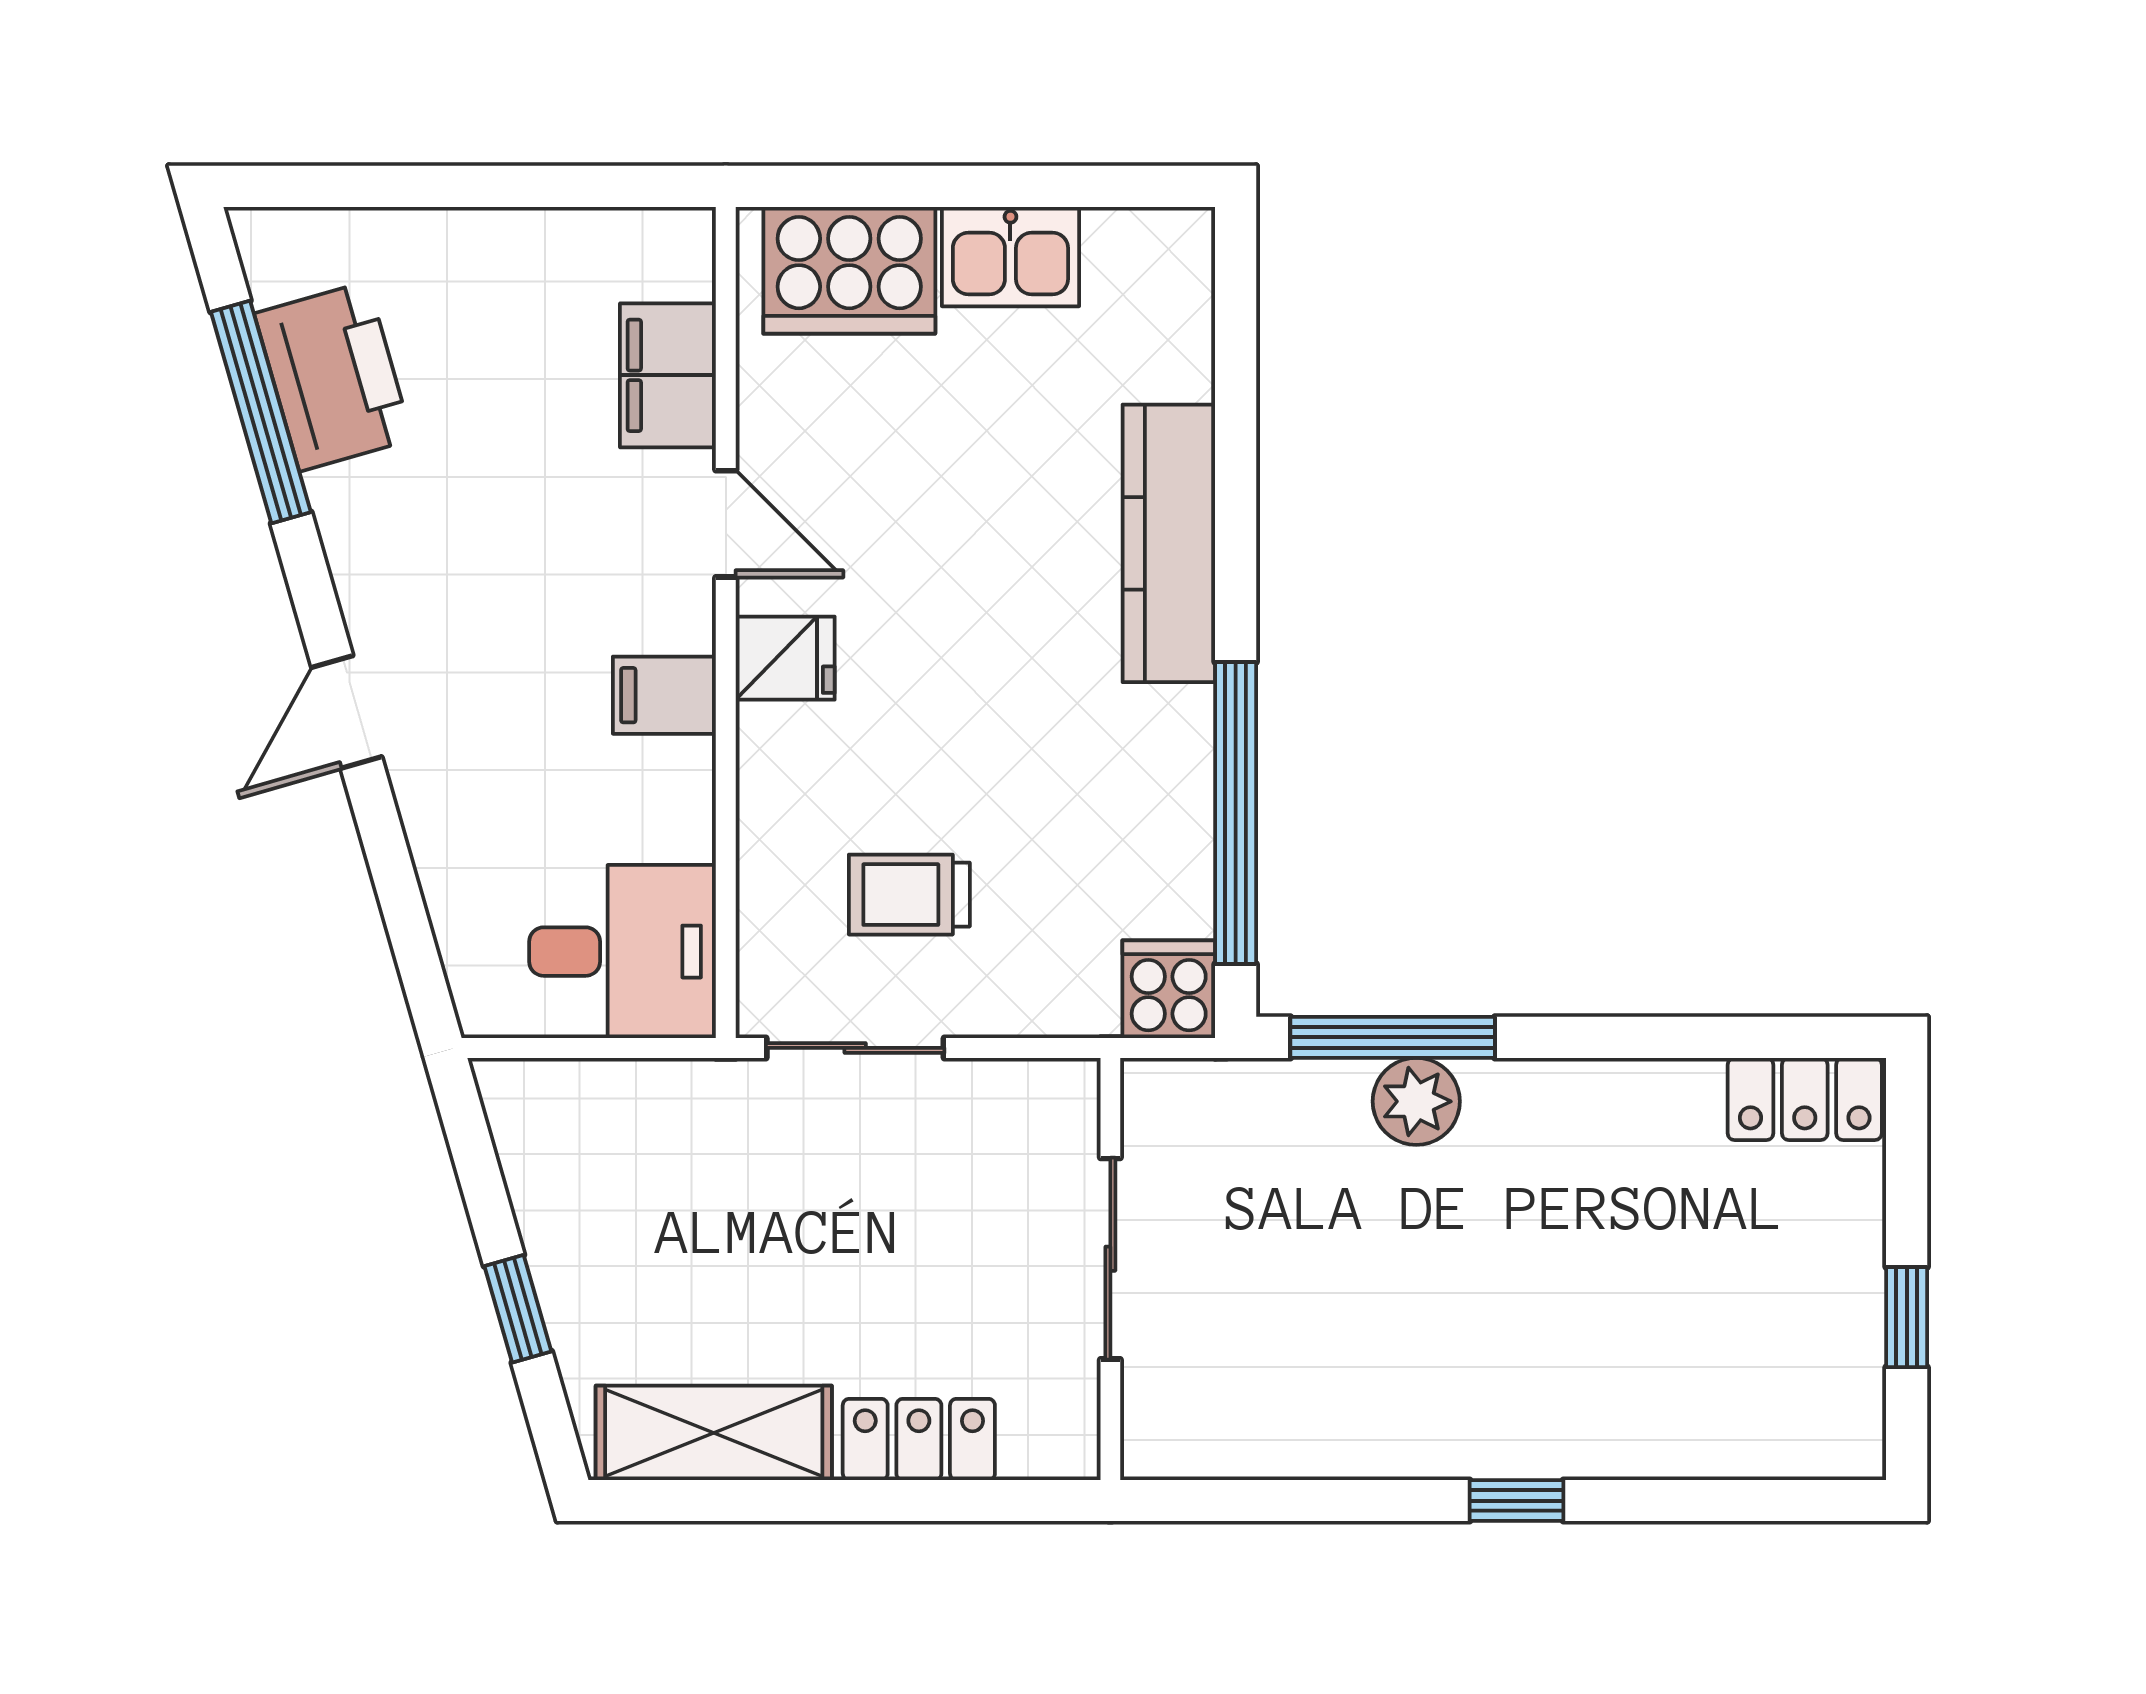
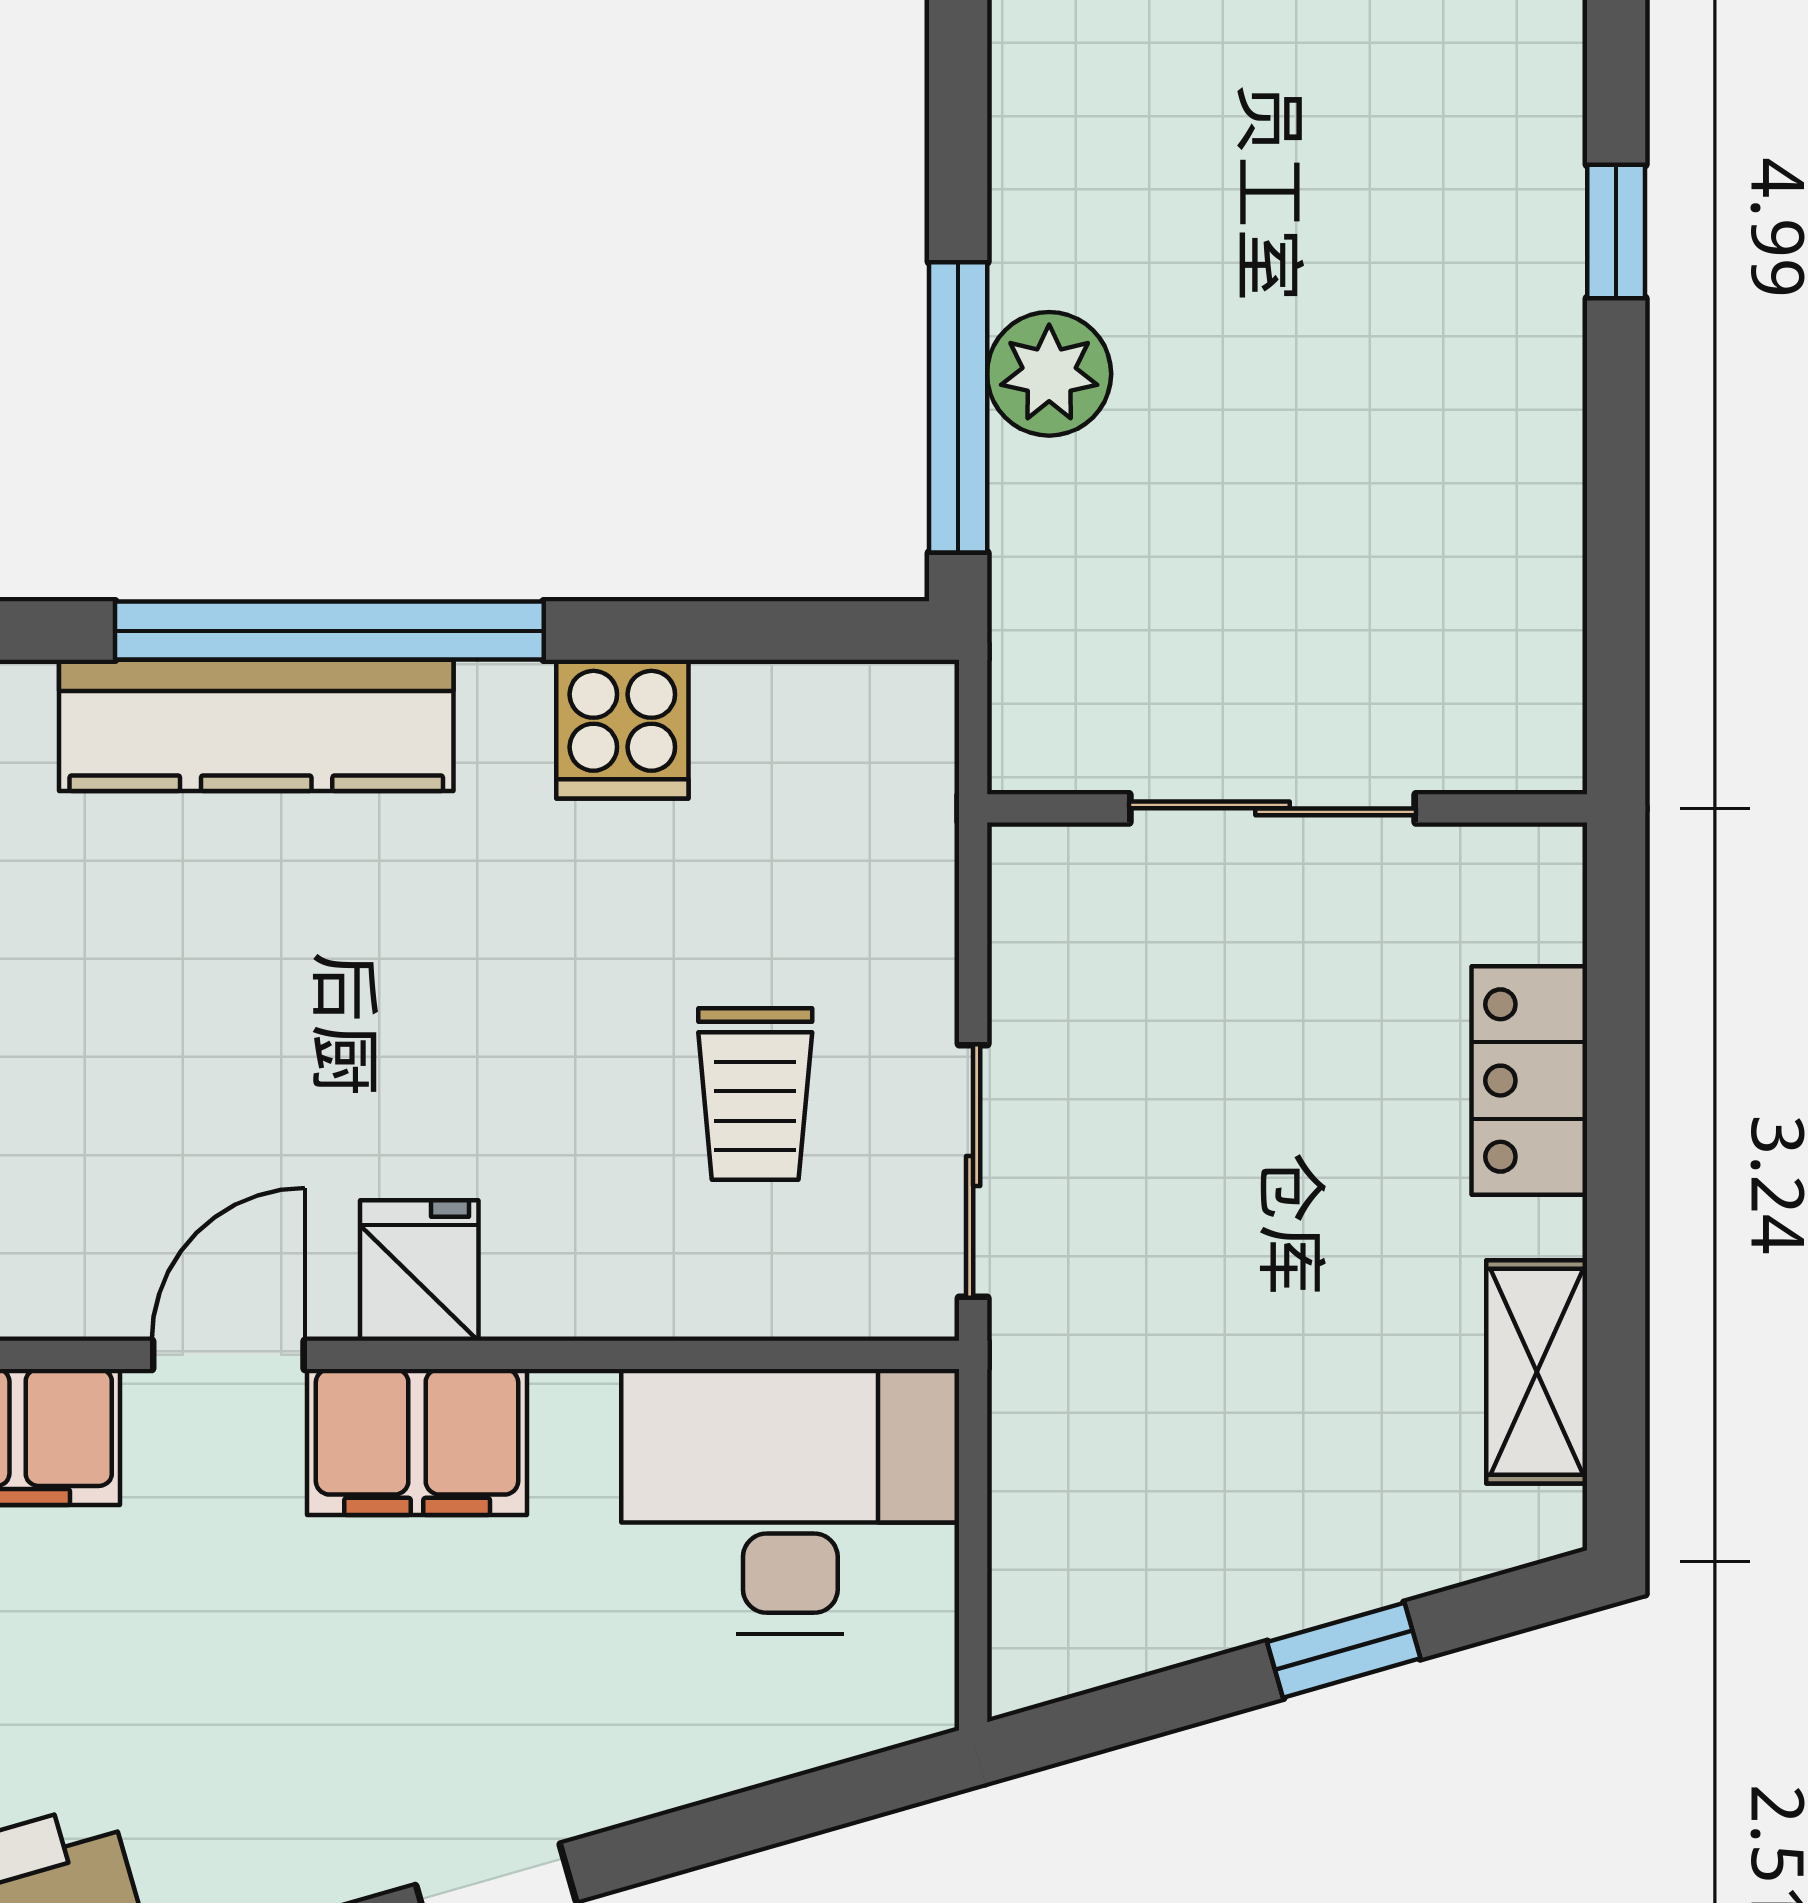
filing cabinet: (664, 695) -> (417, 1442), width x2.00
window: (1236, 813) -> (329, 631), moved
desk: (623, 952) -> (790, 1501), width x1.37
cooker: (1169, 989) -> (622, 729), moved, turned -90
shelving: (714, 1433) -> (1537, 1372), width x0.67, depth x0.75

